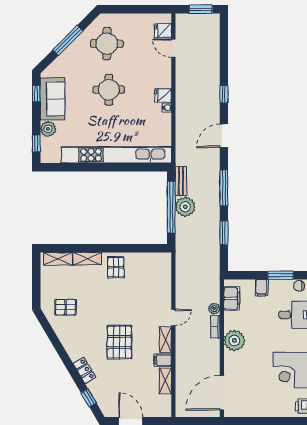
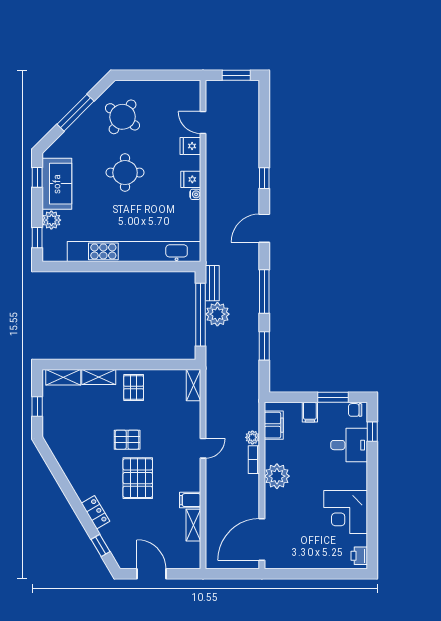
fridge: (163, 31) -> (190, 146), moved
round table: (107, 44) -> (123, 117), turned 34
window: (36, 283) -> (37, 407), added
pallet: (65, 307) -> (127, 440), moved
shelving: (165, 340) -> (193, 385), moved

